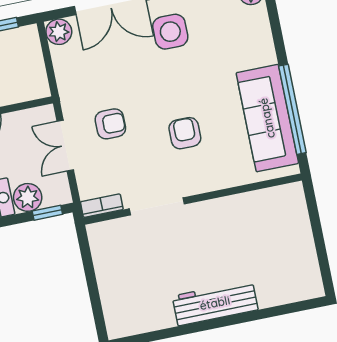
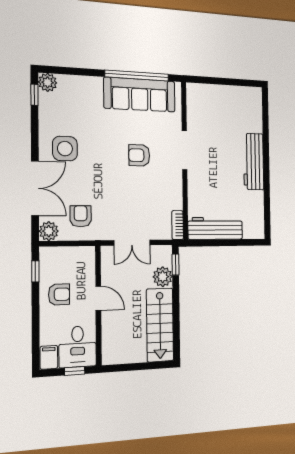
armchair: (110, 124) -> (81, 216), moved
doorway: (157, 206) -> (184, 150), moved
workbench: (108, 262) -> (215, 228), added

